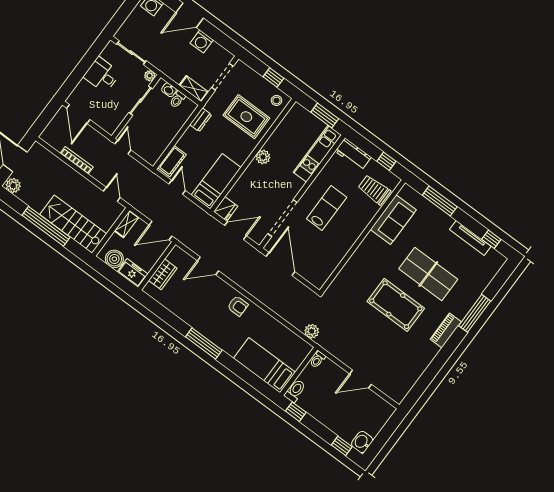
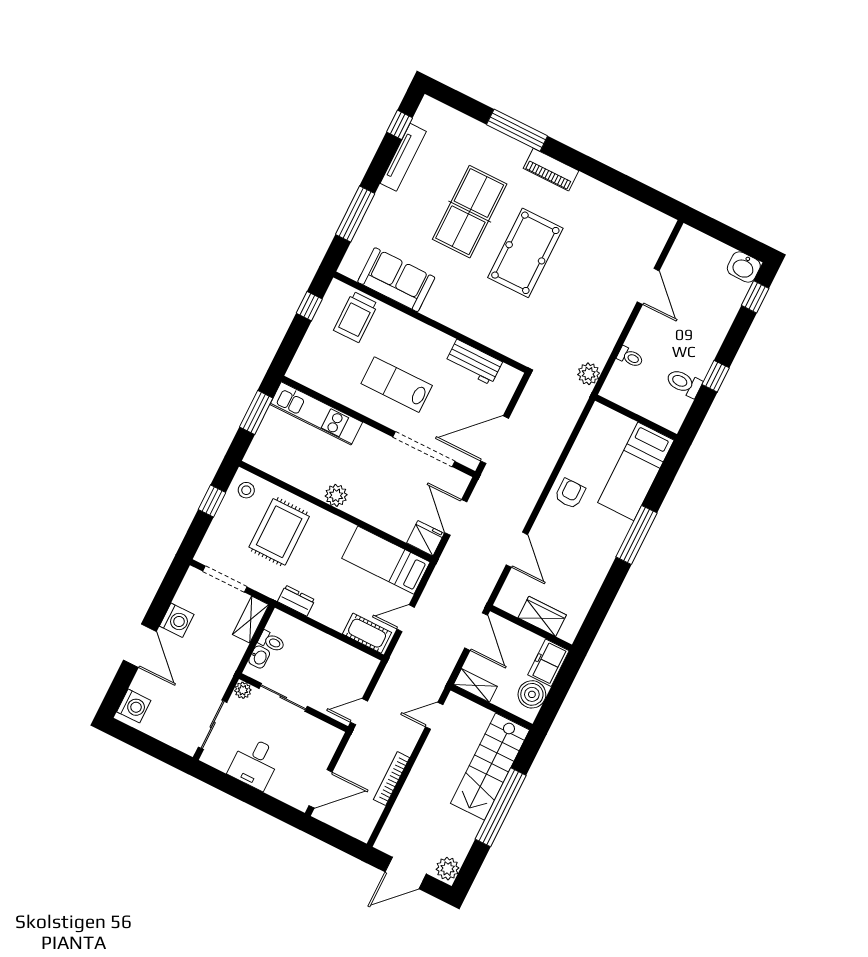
workbench: (353, 154) -> (474, 362), moved, turned 90
bed: (264, 365) -> (636, 471), moved
wall: (299, 371) -> (636, 417), moved

